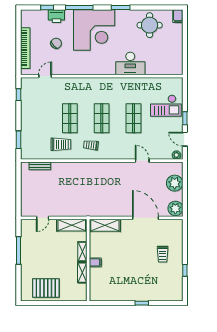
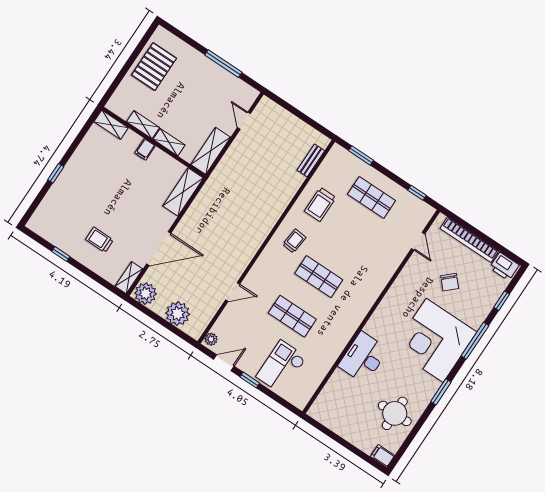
printer: (56, 16) -> (504, 266), moved, turned -90
shop shelf: (70, 118) -> (371, 197), moved
shelving: (173, 224) -> (129, 278), added
shelving: (94, 290) -> (111, 125), added

